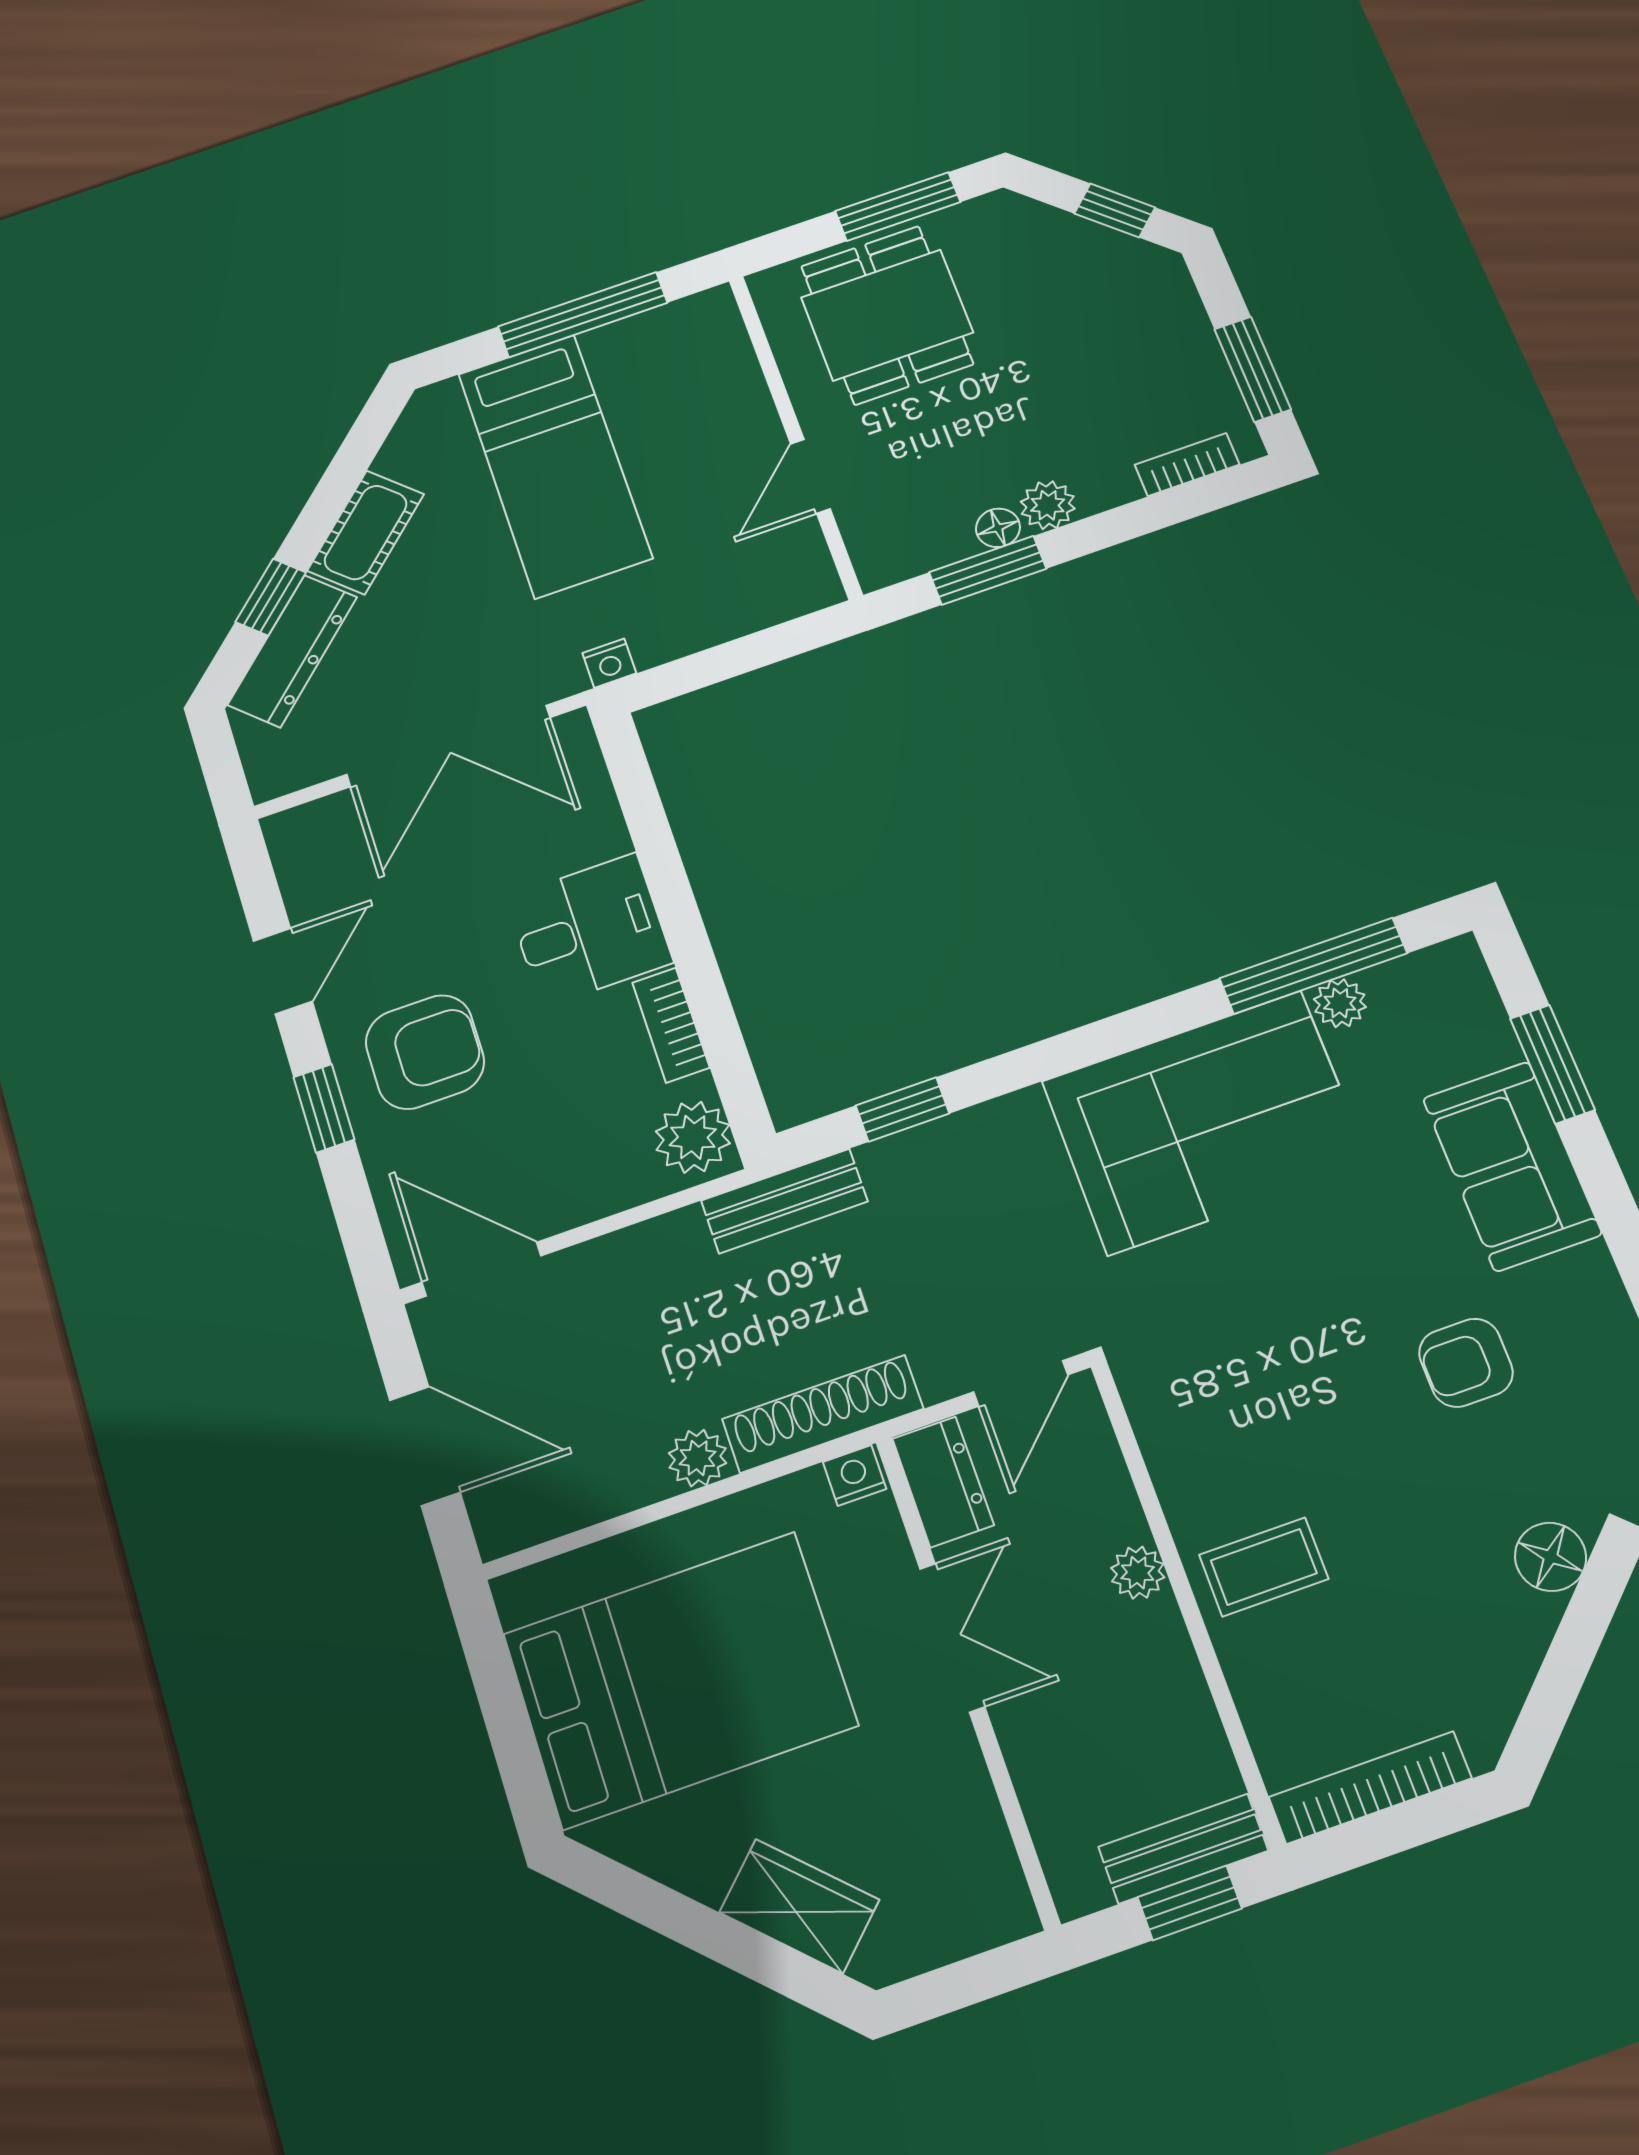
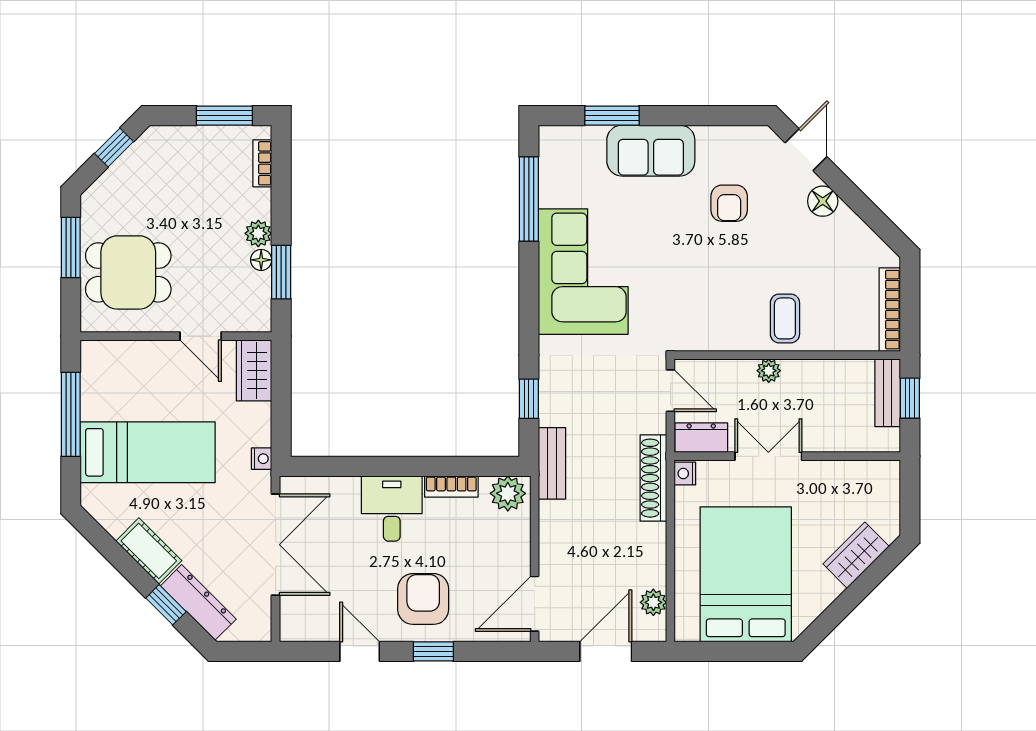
wardrobe: (778, 590) -> (254, 370), added
plant: (1340, 1003) -> (550, 194), removed
plant: (698, 1458) -> (653, 602), moved

